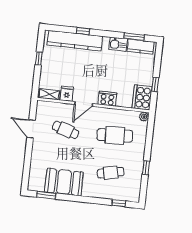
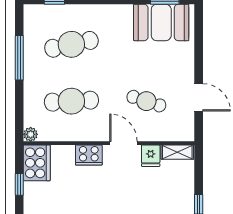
door: (84, 104) -> (123, 143), hinge flipped
window: (146, 168) -> (19, 58), width x2.17
cafe table: (111, 173) -> (71, 44), width x1.37, depth x1.35
booth: (64, 182) -> (161, 22), moved

